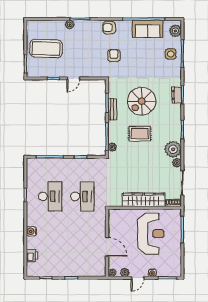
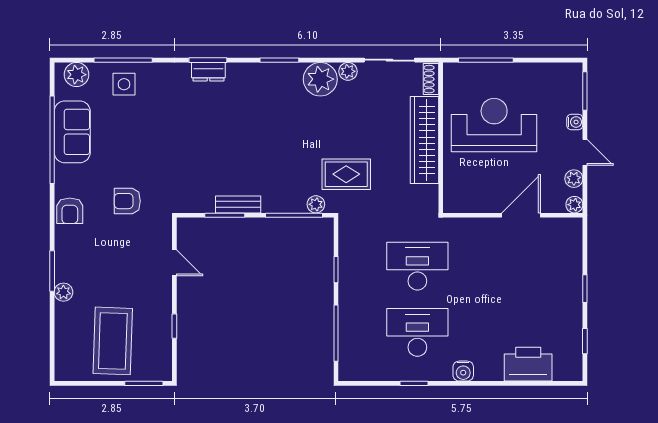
door: (73, 78) -> (174, 263), moved
spiral stairs: (142, 101) -> (221, 144), removed
rug: (140, 134) -> (346, 174), moved, turned 90
water cooler: (31, 231) -> (463, 371), moved
printer: (32, 256) -> (528, 364), width x1.87, depth x1.48

